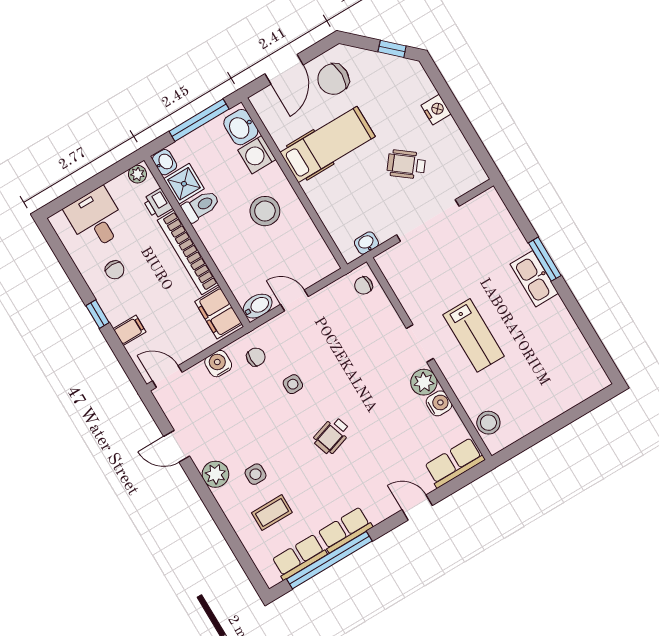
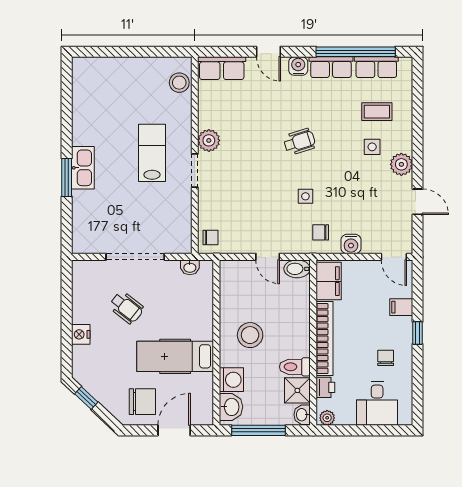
water cooler: (439, 403) -> (298, 66), moved, turned 90

